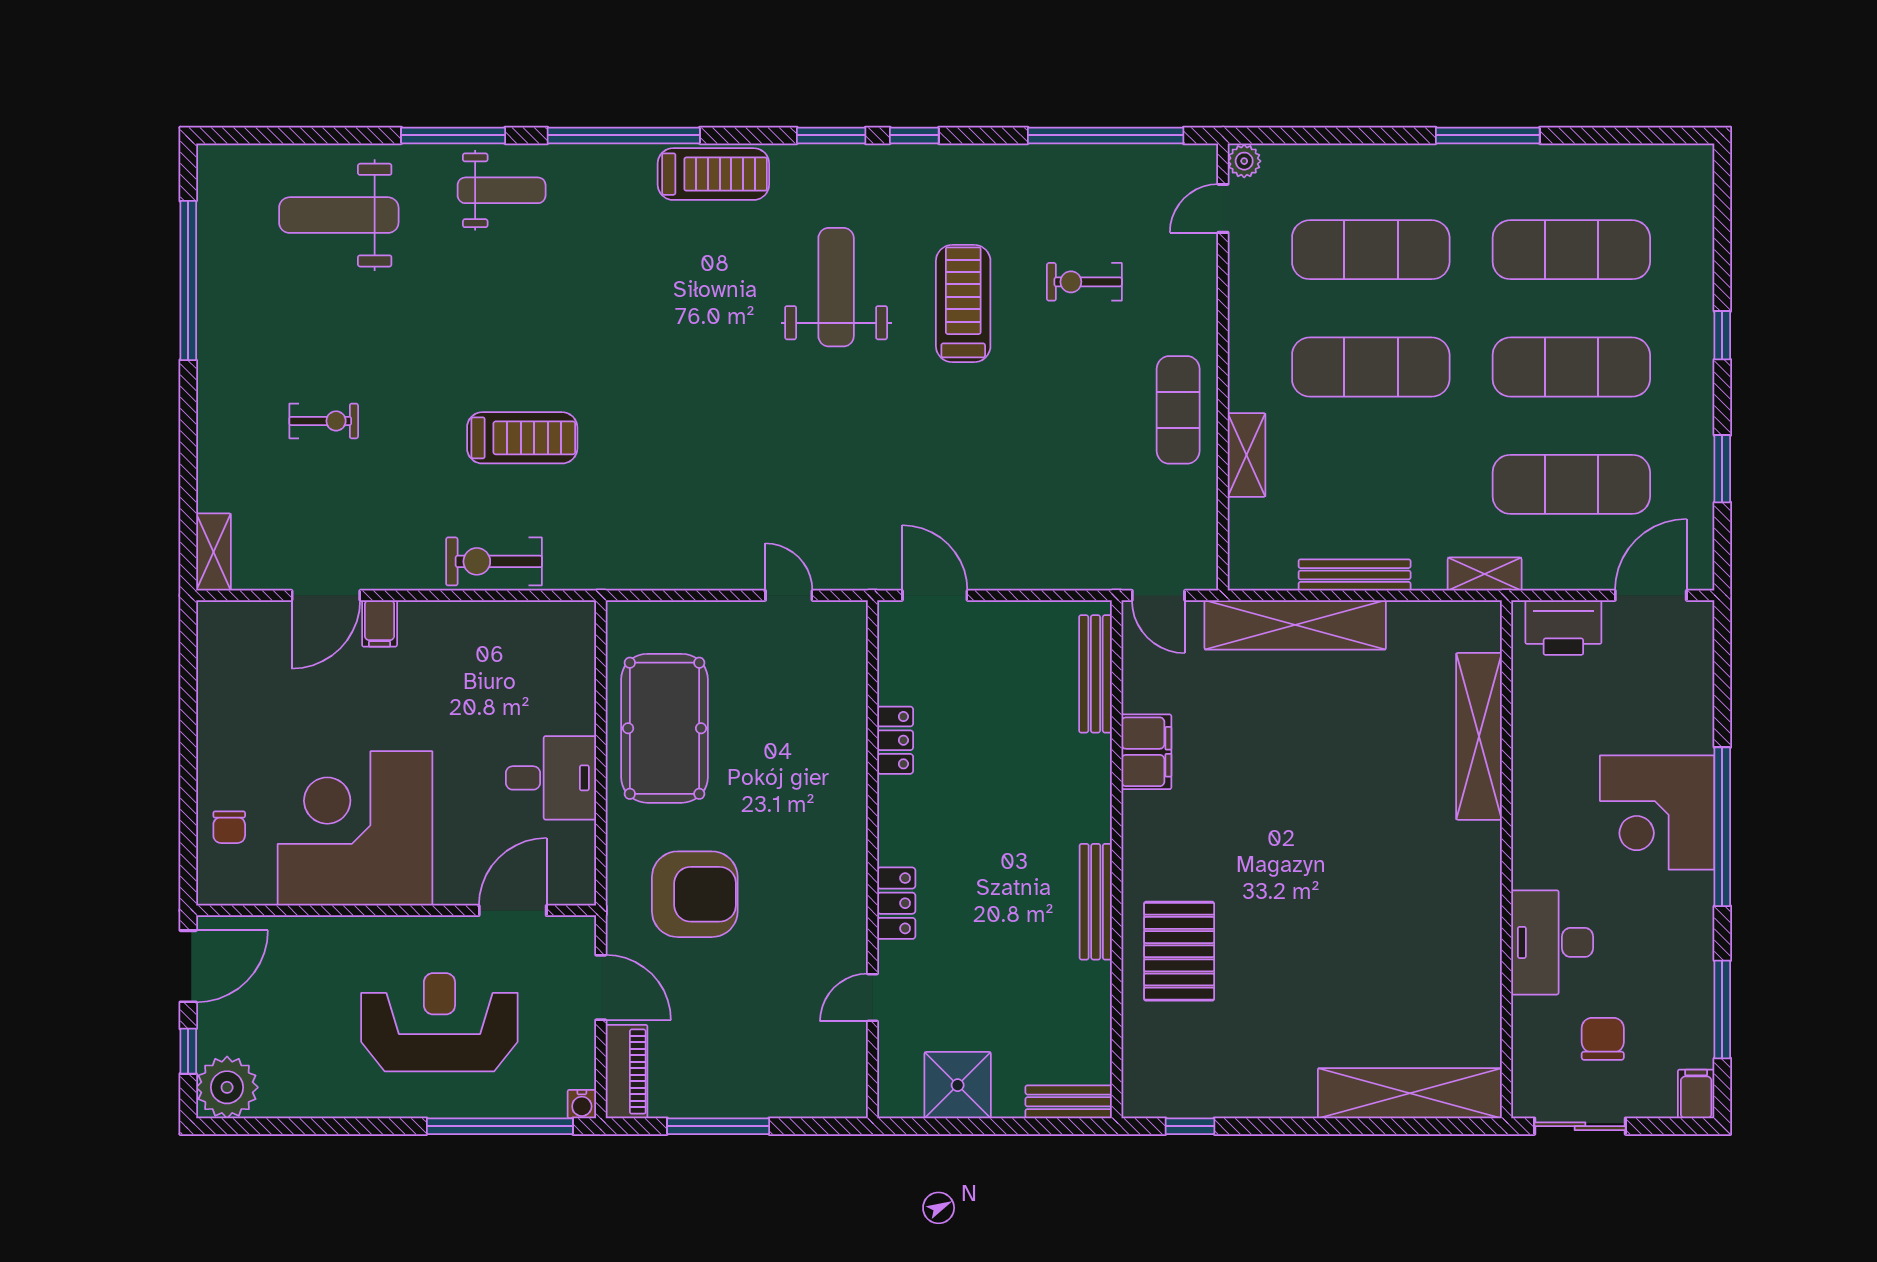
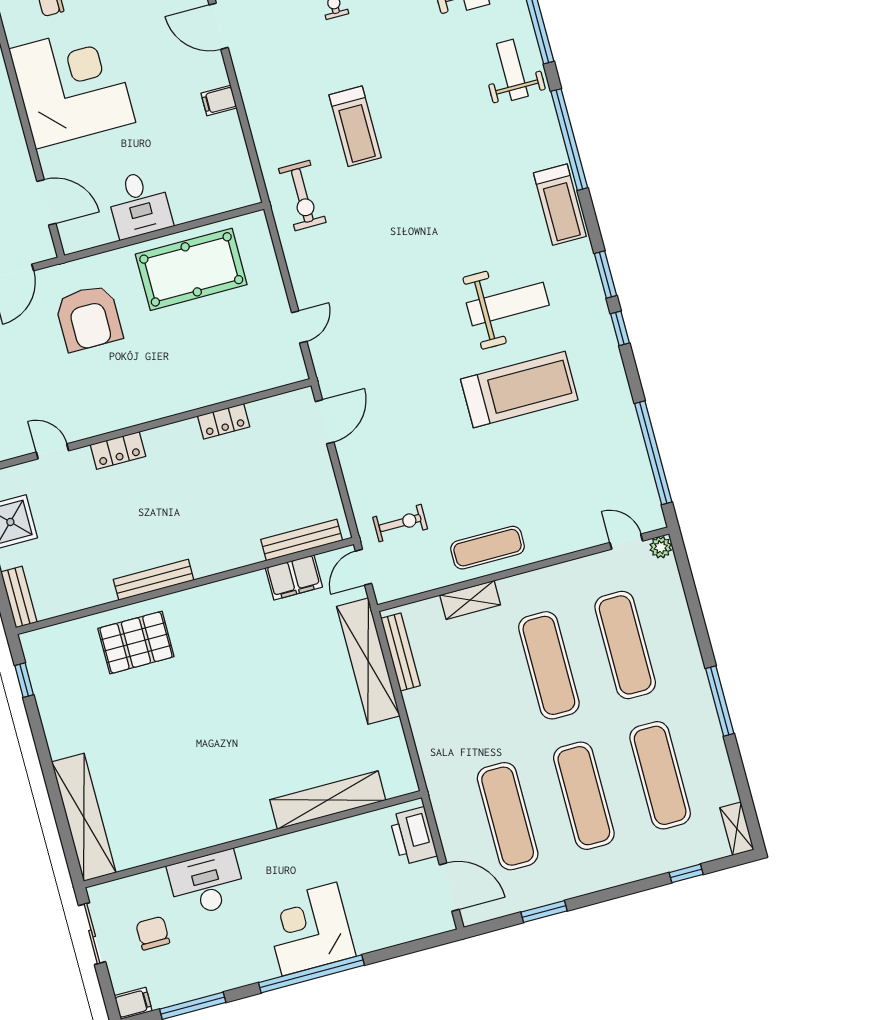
weight bench: (502, 190) -> (512, 70), turned 180
exercise bike: (1084, 282) -> (400, 523), moved, turned 90
treadmill: (963, 304) -> (519, 389), width x1.37, depth x1.38
window: (1722, 335) -> (686, 873), moved
exercise bike: (494, 561) -> (302, 196), moved, turned 180
shelving: (1485, 574) -> (737, 829), moved
bench: (1355, 575) -> (400, 652), moved
filing cabinet: (380, 623) -> (219, 101), moved
filing cabinet: (1146, 752) -> (294, 577), moved
chair: (1603, 1039) -> (153, 933), turned -90

